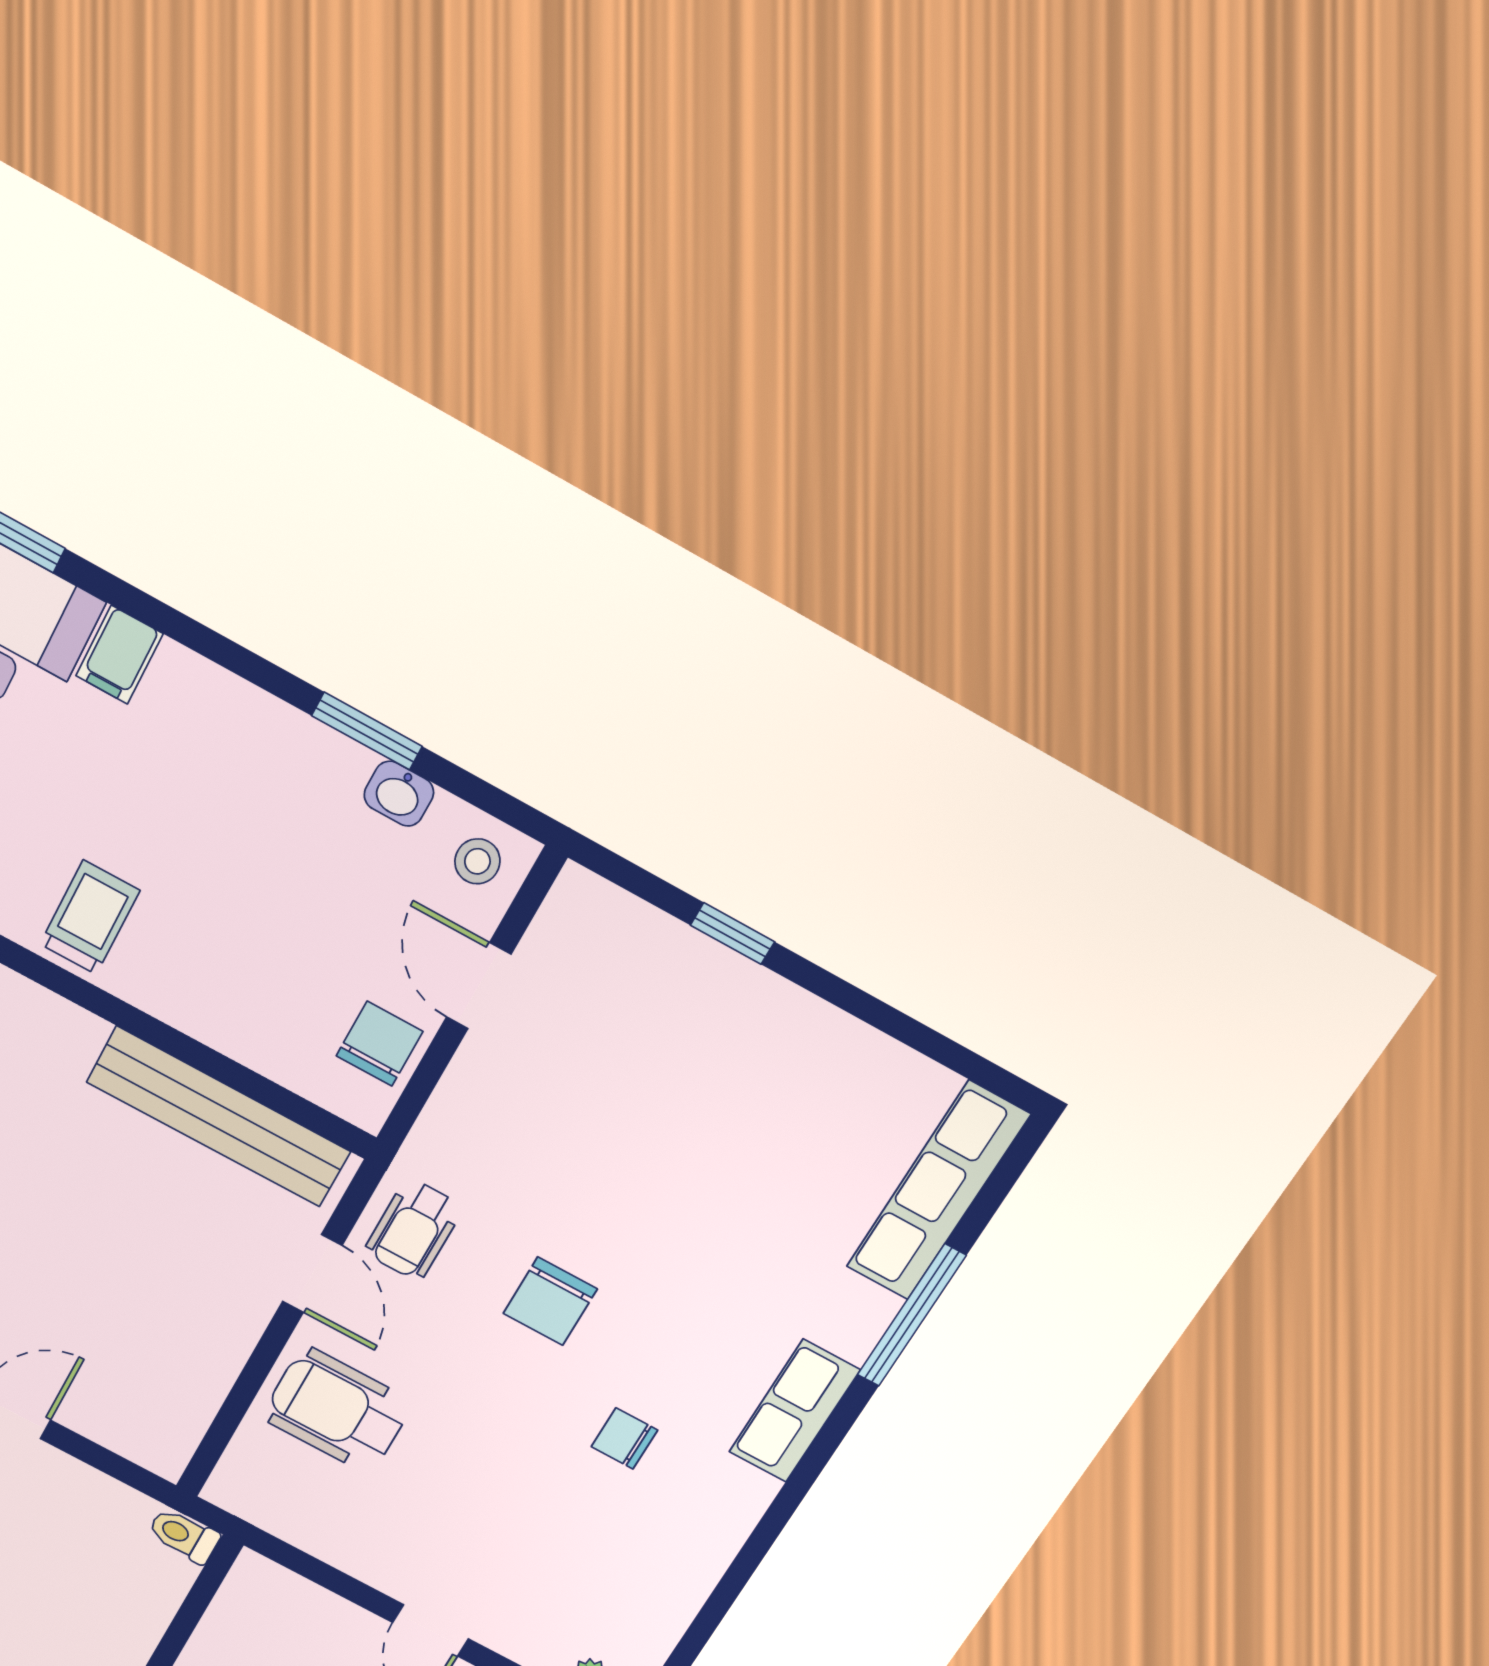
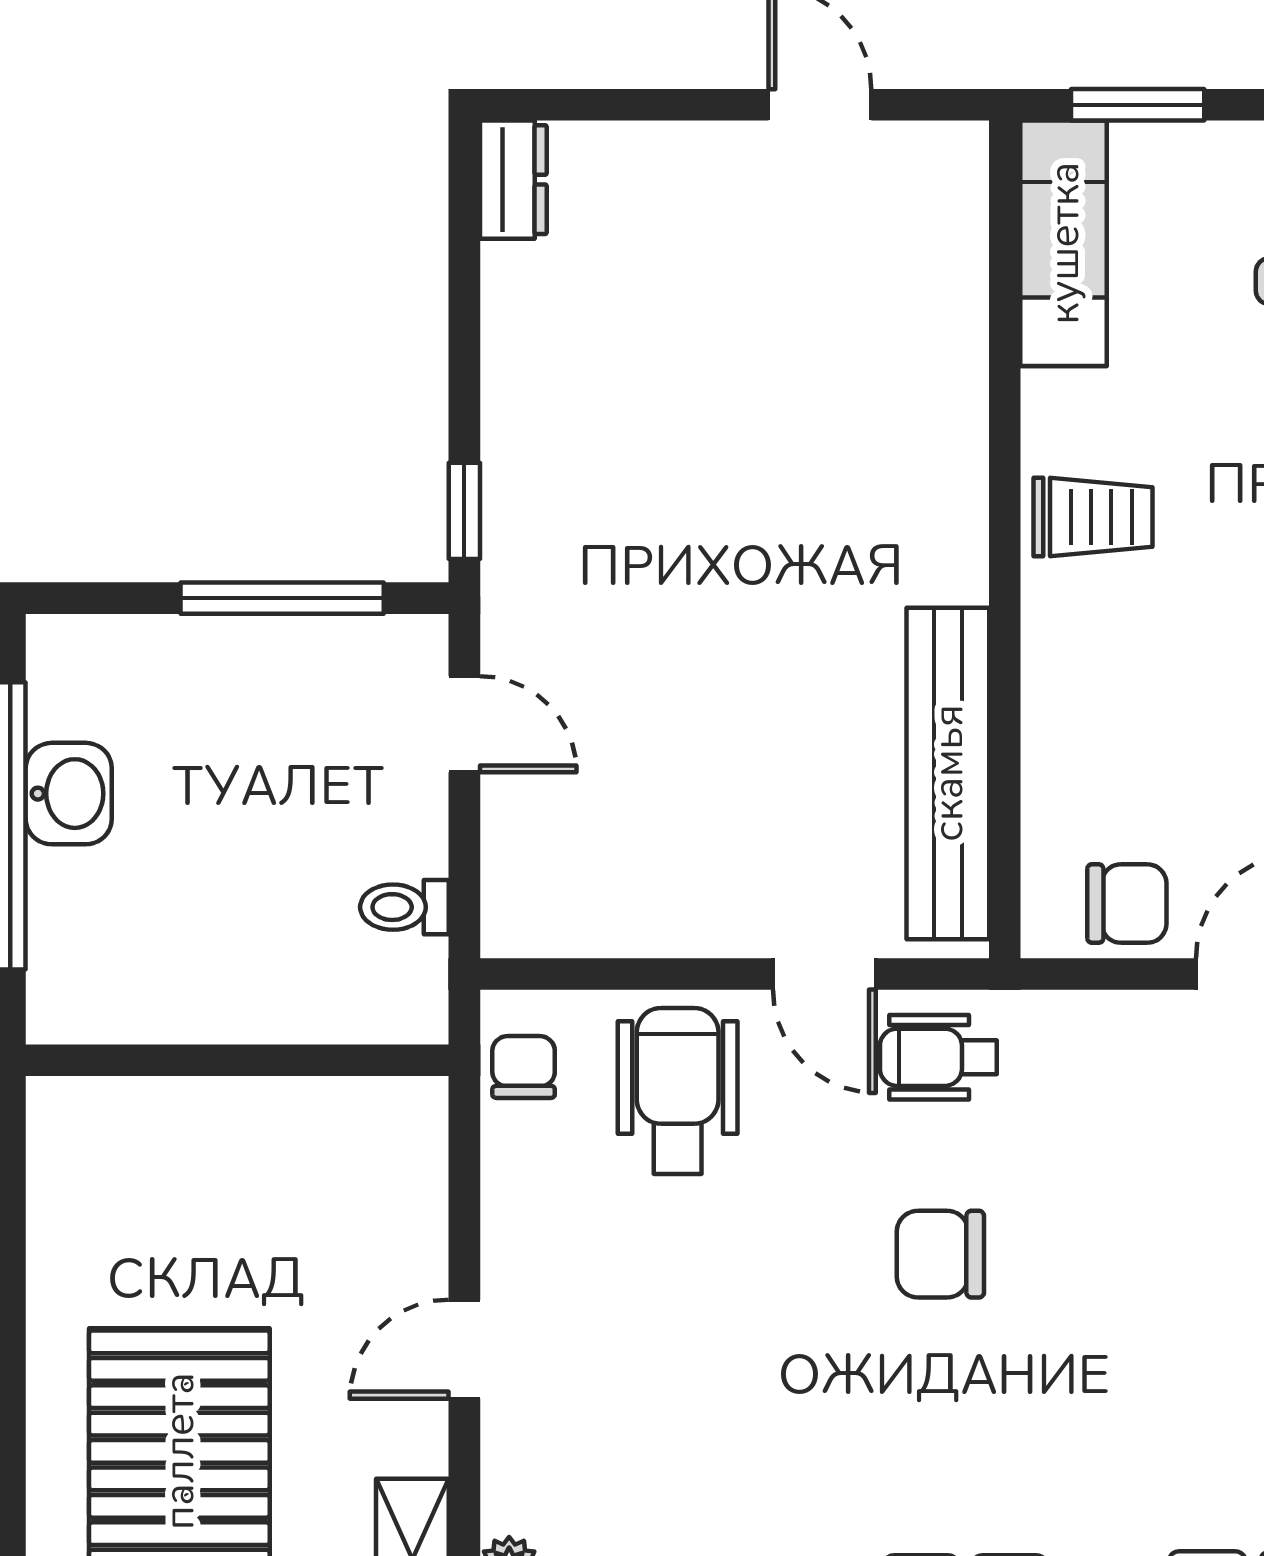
door: (312, 1274) -> (824, 974), hinge flipped
chair: (624, 1438) -> (524, 1067), moved
toilet: (184, 1535) -> (404, 907), moved, turned -90

